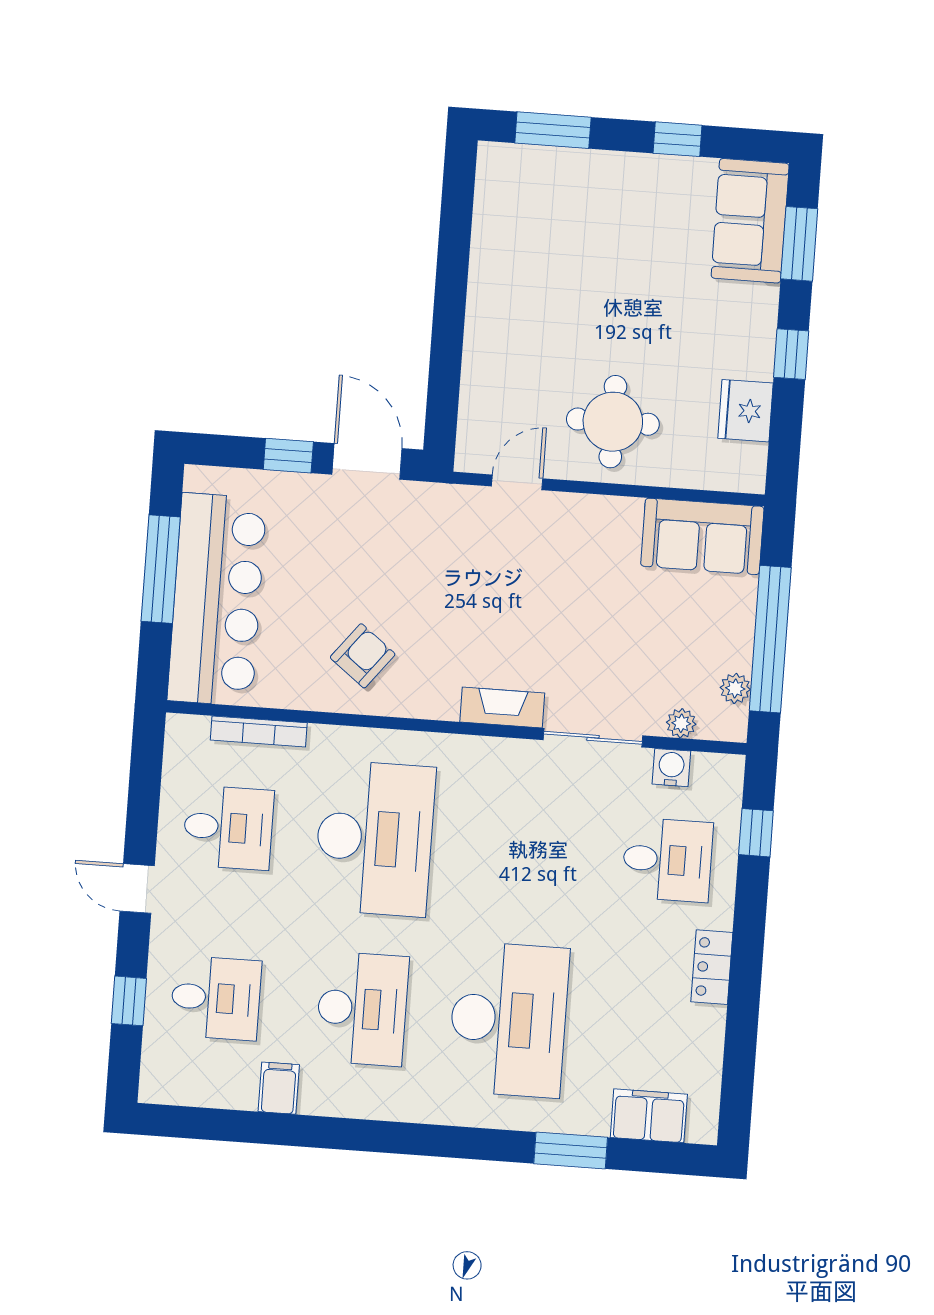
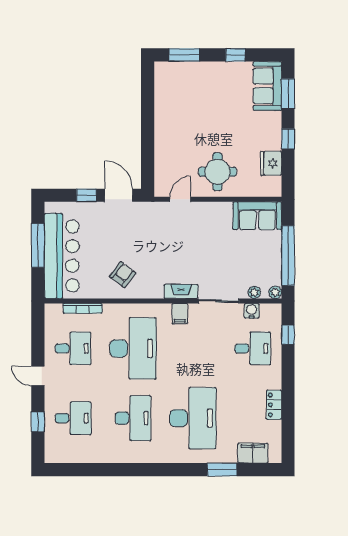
plant: (735, 688) -> (275, 292), moved
locker: (712, 967) -> (274, 405), moved
filing cabinet: (279, 1088) -> (180, 314), moved, turned 180

